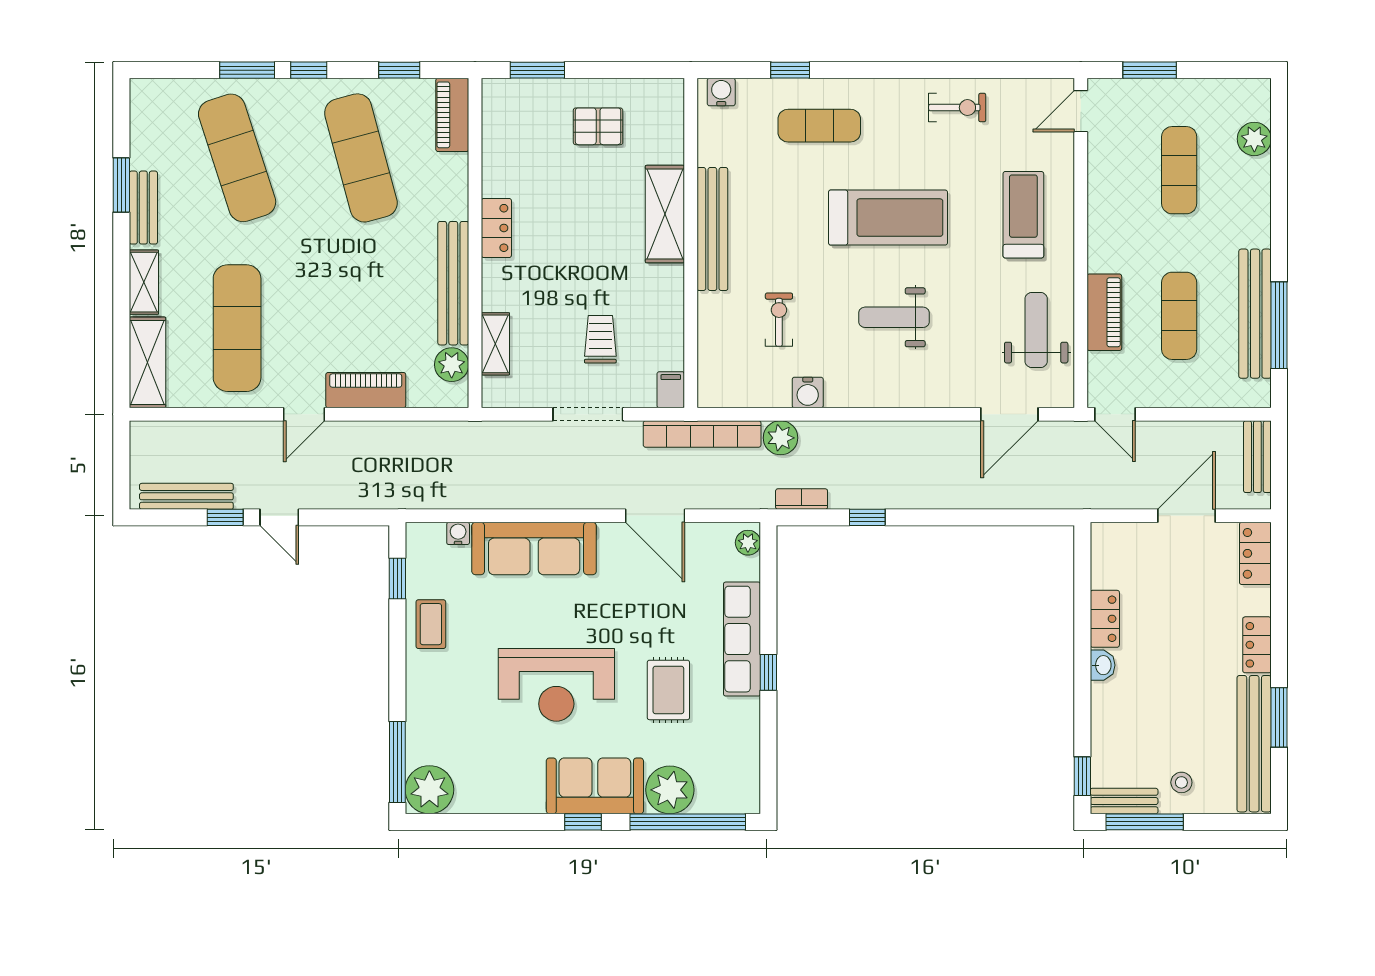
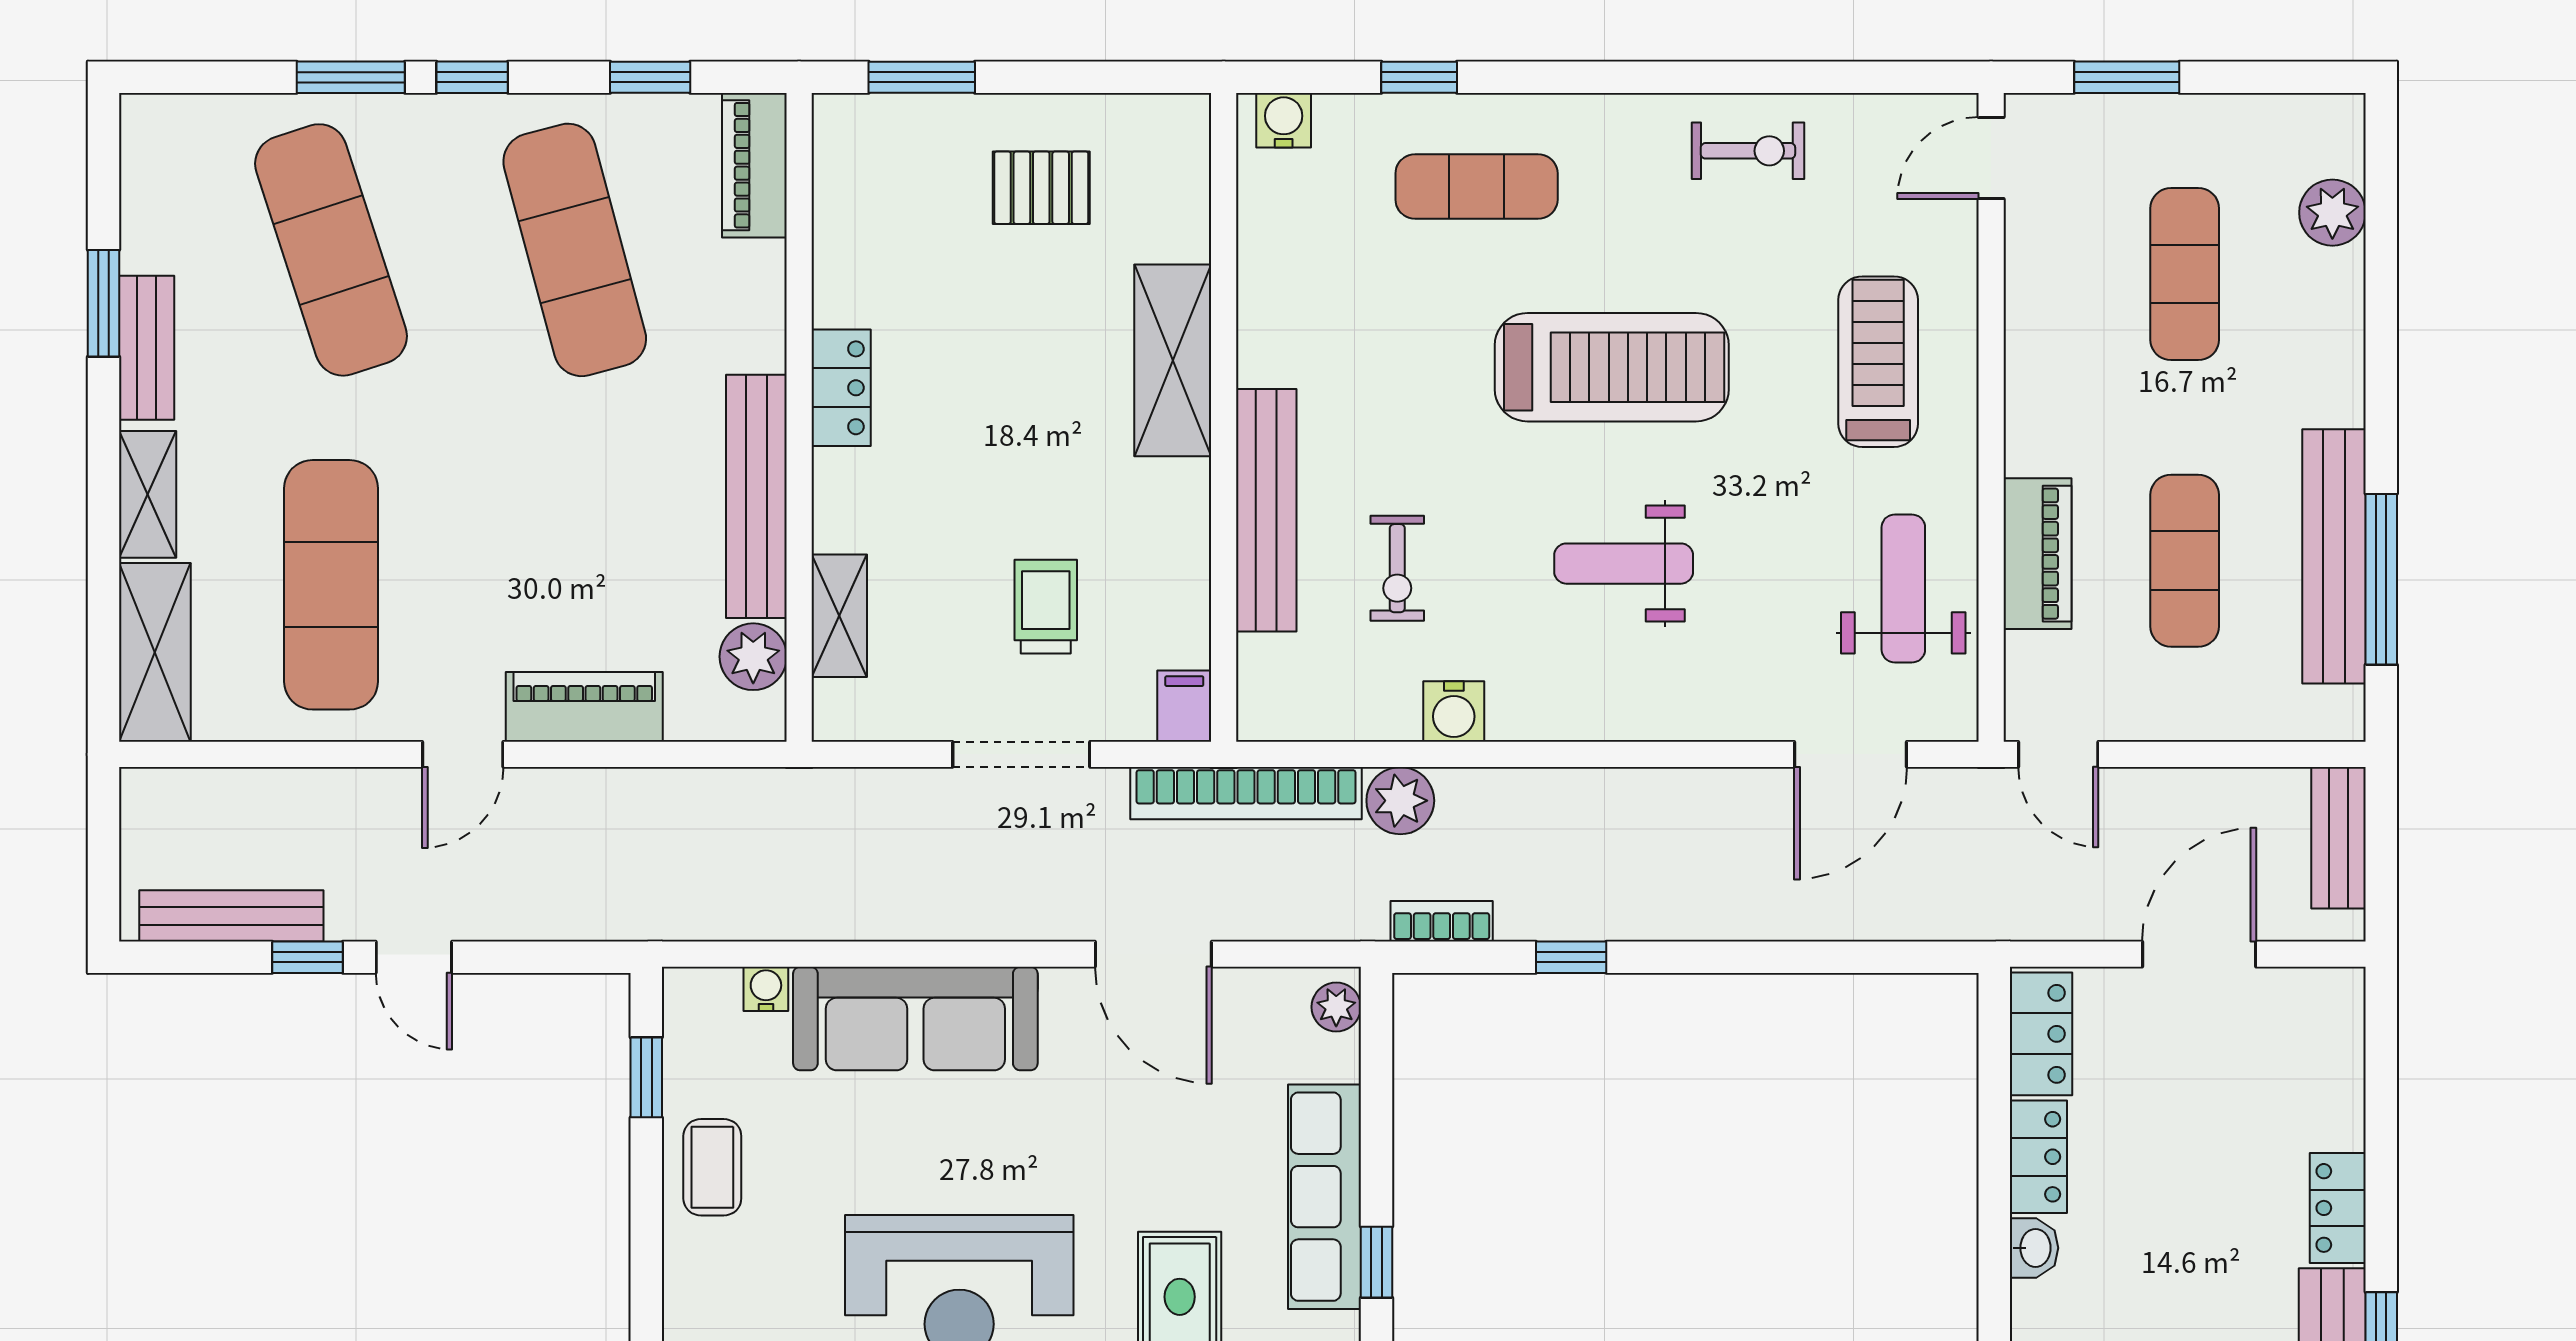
bench: (712, 229) -> (1266, 510), moved
exercise bike: (779, 320) -> (1397, 568), turned 180
locker: (1255, 553) -> (2041, 1034), moved, turned 180

